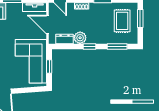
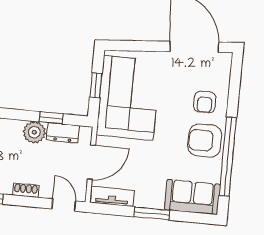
door: (48, 25) -> (91, 162), hinge flipped
window: (90, 46) -> (51, 118), moved

